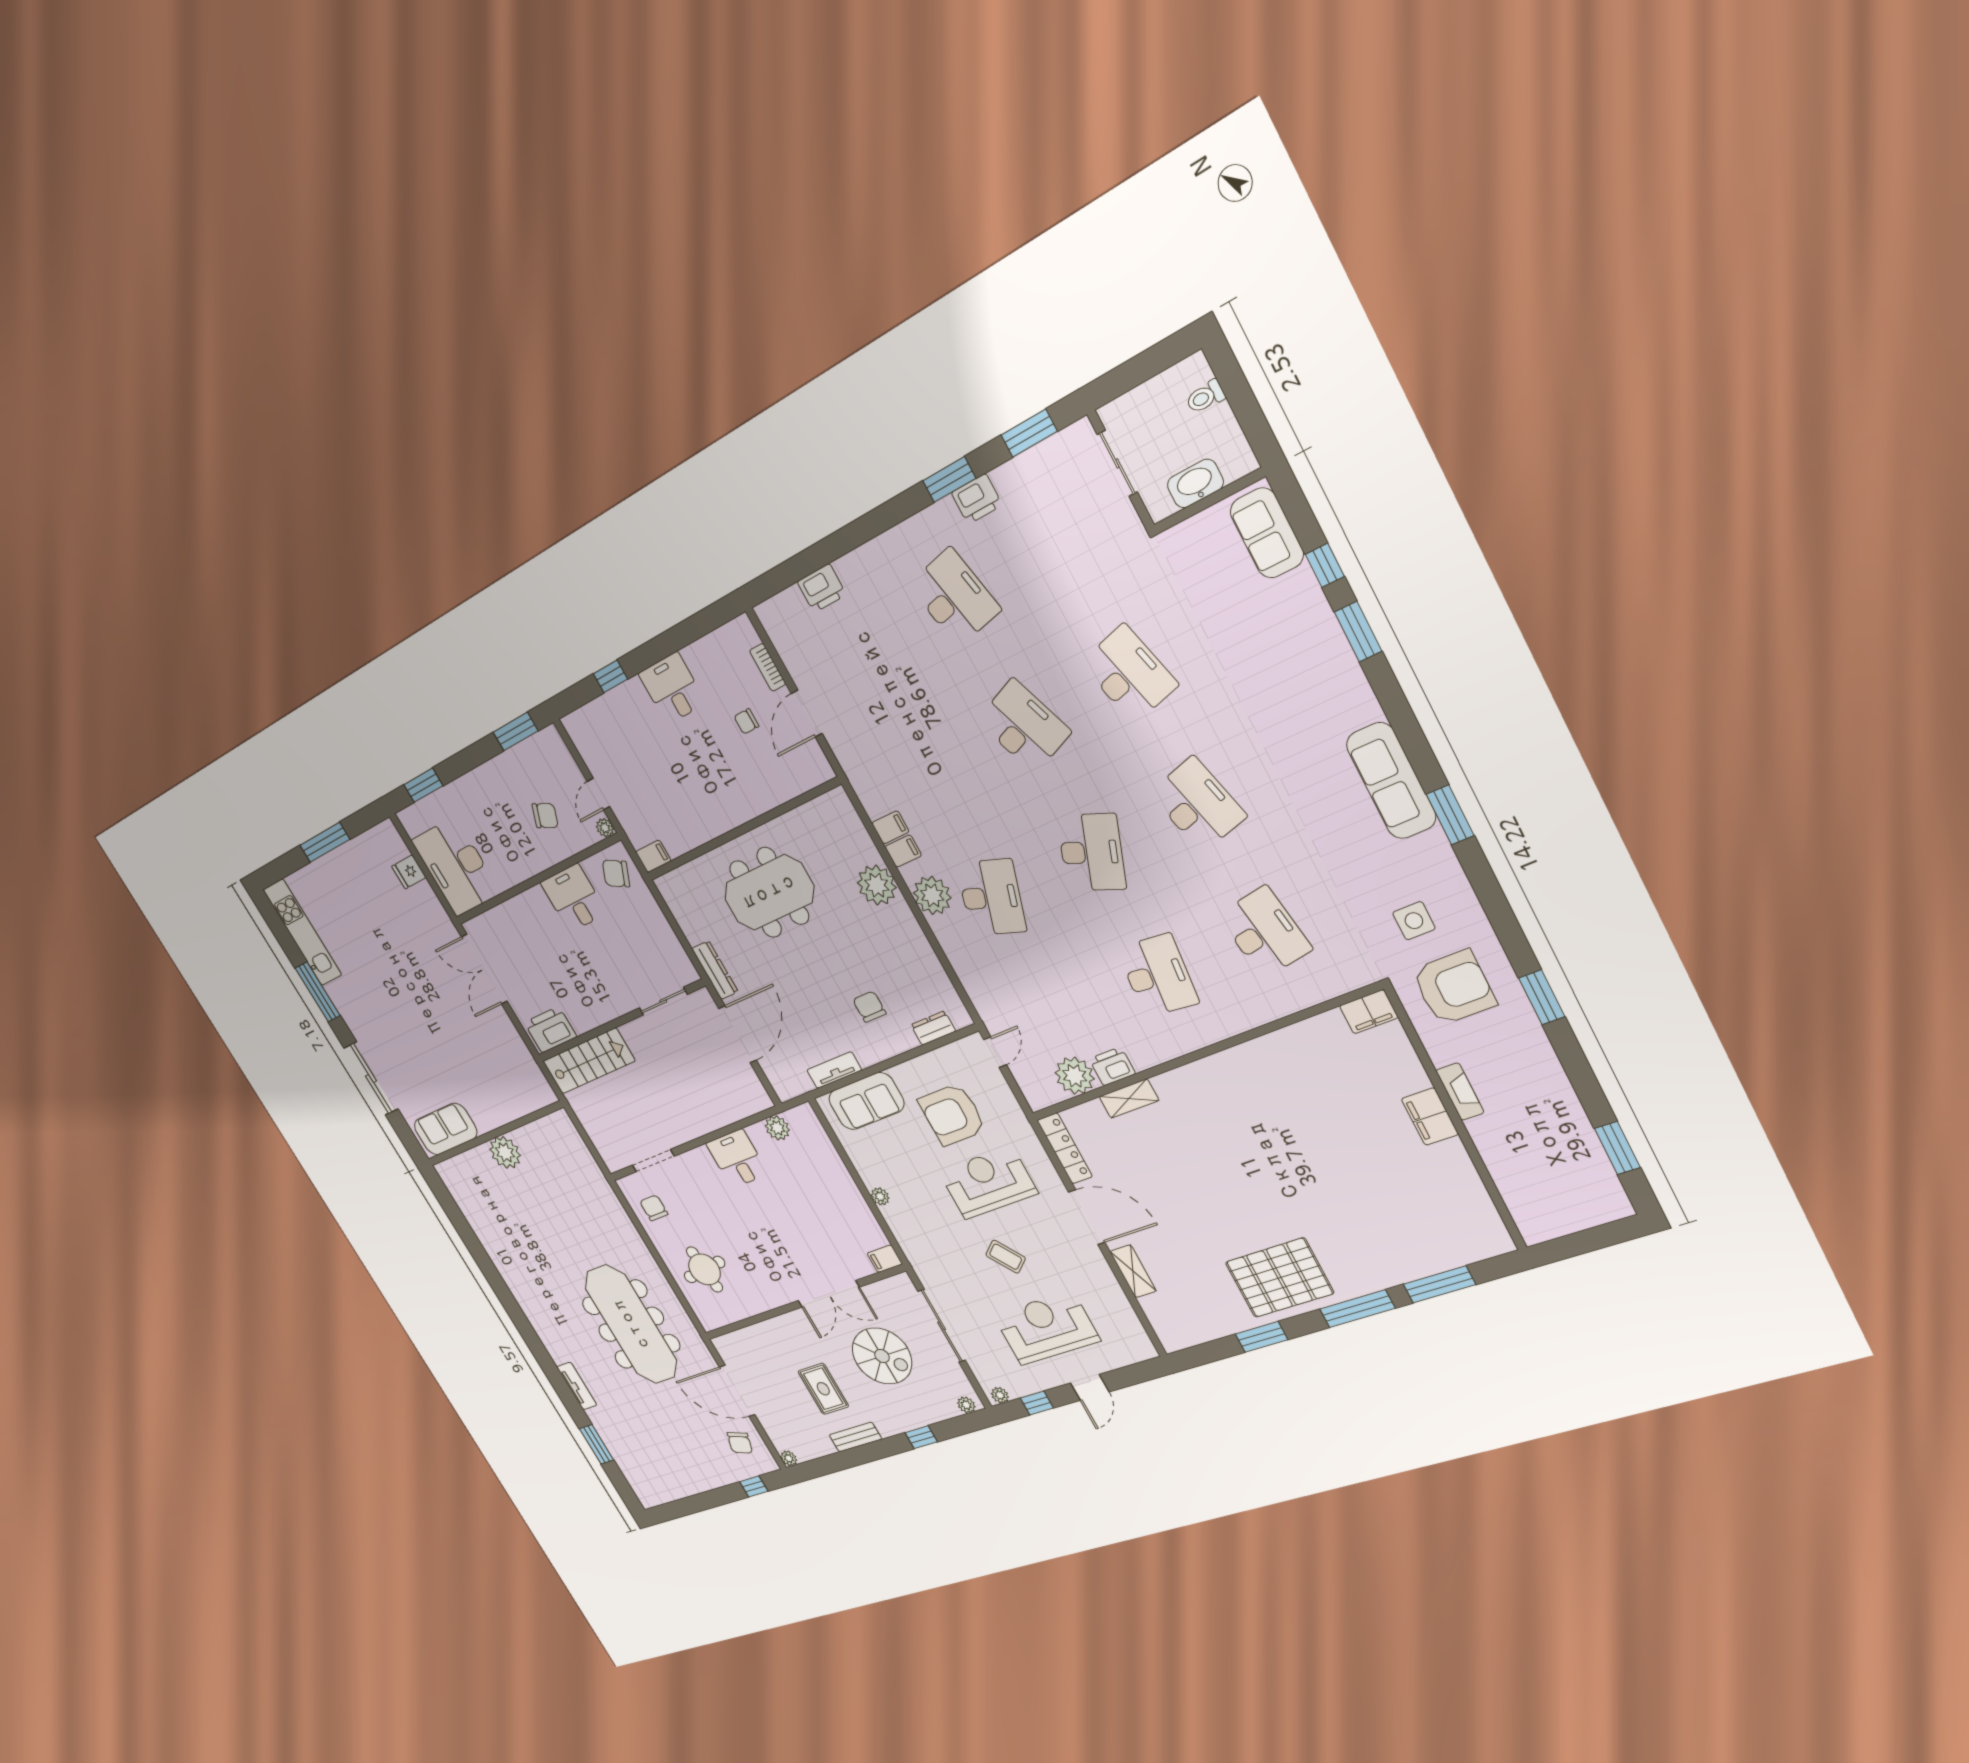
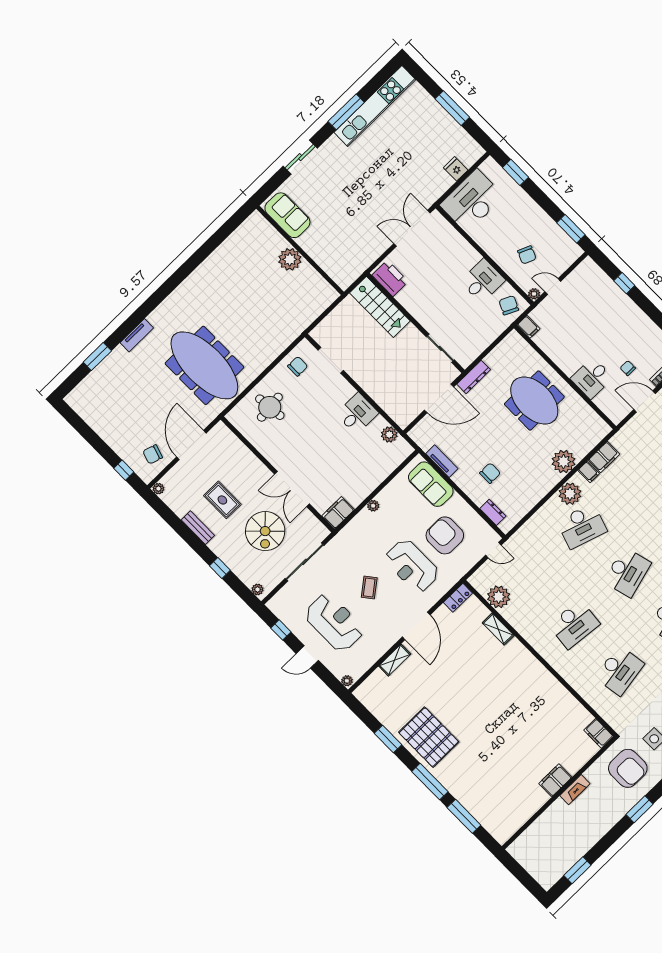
desk: (672, 688) -> (592, 378), moved, turned 180
filing cabinet: (890, 827) -> (604, 457), width x2.00
desk: (1092, 852) -> (627, 572), turned -36
kitchen unit: (302, 932) -> (375, 106), width x1.36
printer: (1112, 1066) -> (513, 615), removed
sliding door: (371, 1078) -> (300, 157), width x0.73
locker: (1065, 1148) -> (458, 598), width x0.66
reception desk: (988, 1182) -> (412, 566), turned 180
filing cabinet: (885, 1259) -> (338, 513), width x2.00
meeting table: (631, 1324) -> (204, 365), turned 90
rug: (823, 1389) -> (222, 500), turned 90
plant: (1000, 1395) -> (347, 681), moved

